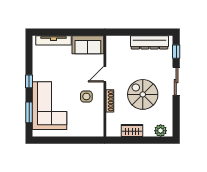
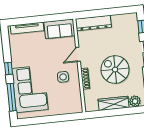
dresser: (149, 42) -> (93, 23), moved
window: (29, 112) -> (12, 97), width x1.44
wardrobe: (132, 130) -> (114, 103), width x1.50

